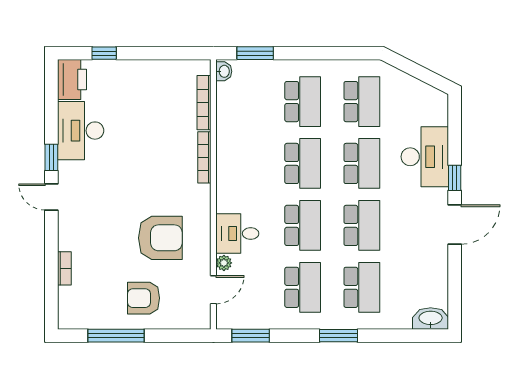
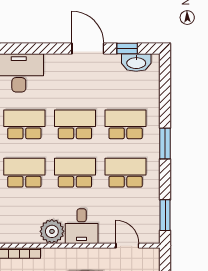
window: (455, 178) -> (127, 48), moved
door: (455, 224) -> (88, 48), moved
plant: (224, 263) -> (52, 231), moved, width x1.88, depth x1.88
washbasin: (431, 319) -> (136, 63), moved, turned -90

